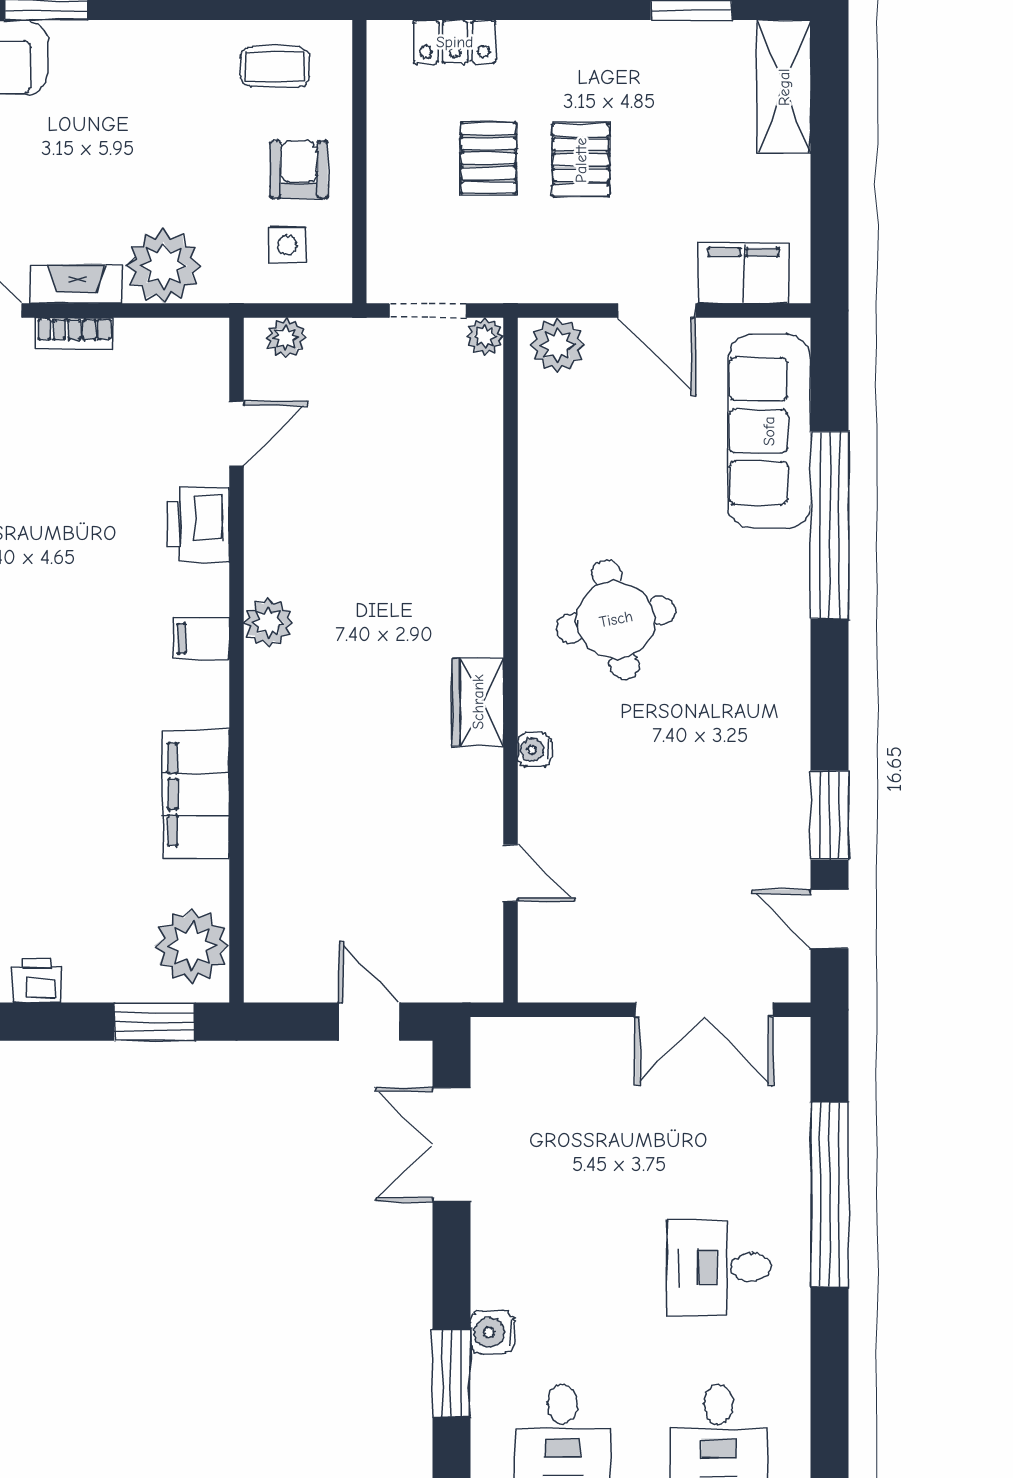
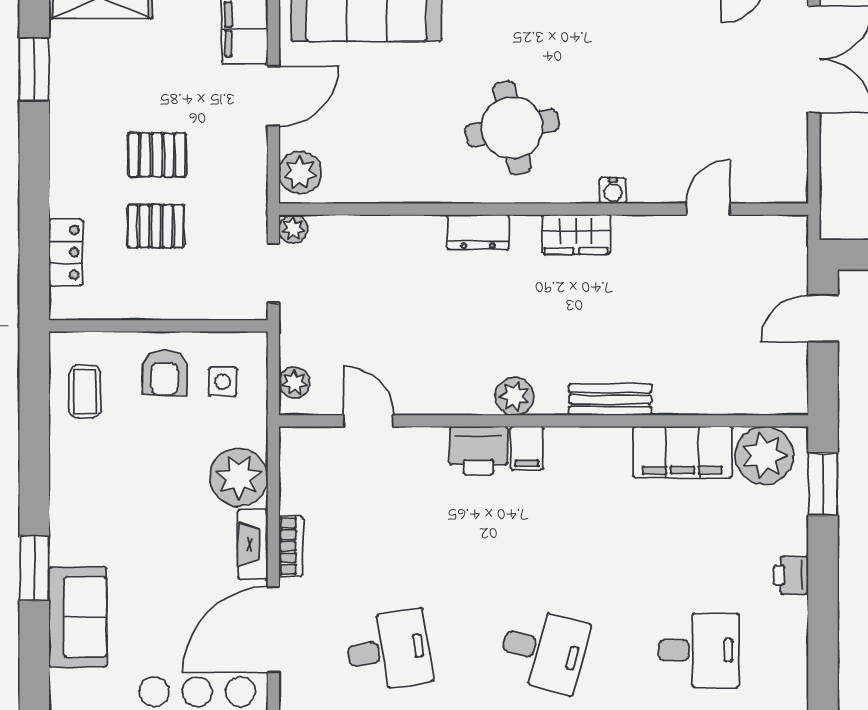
armchair: (299, 170) -> (164, 373), turned -90
printer: (198, 524) -> (479, 450), moved
dresser: (481, 575) -> (478, 232), added
bench: (264, 746) -> (610, 400), added
filing cabinet: (196, 794) -> (683, 452), moved

